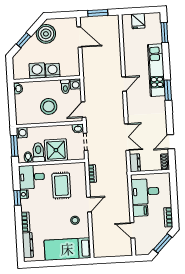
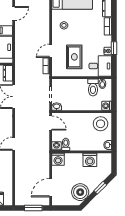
door: (79, 37) -> (51, 188), hinge flipped
washing machine: (53, 70) -> (58, 159), moved
stool: (49, 106) -> (101, 124), moved
door: (84, 110) -> (51, 123), hinge flipped
window: (14, 146) -> (114, 95), removed
shower: (56, 150) -> (77, 89), removed
door: (89, 204) -> (51, 51), moved
door: (132, 230) -> (14, 14), hinge flipped

